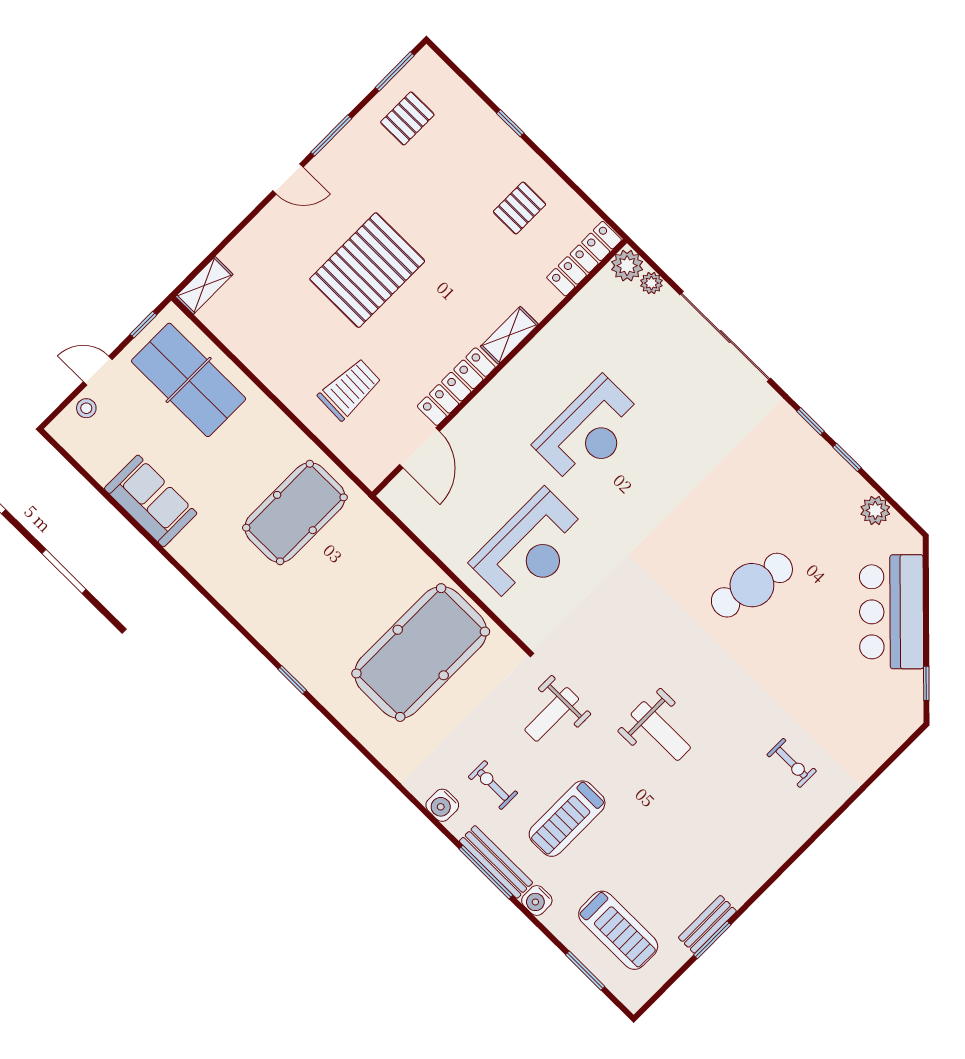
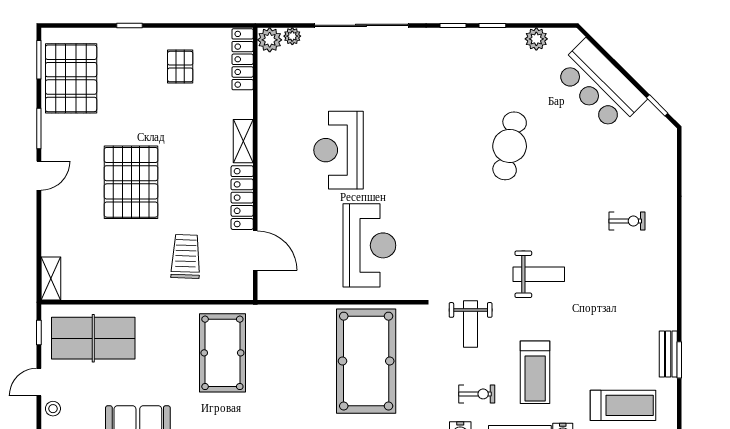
pallet: (407, 118) -> (71, 78), width x2.05, depth x2.00
reception desk: (589, 431) -> (338, 150), turned 180
exercise bike: (493, 785) -> (477, 394), turned 180

